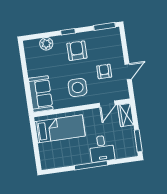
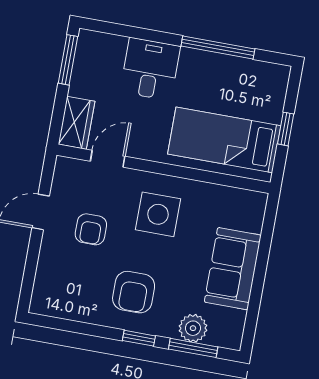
window: (104, 26) -> (193, 348), moved
sofa: (41, 94) -> (233, 269), moved
window: (35, 142) -> (286, 129), added
window: (91, 165) -> (218, 47), moved

